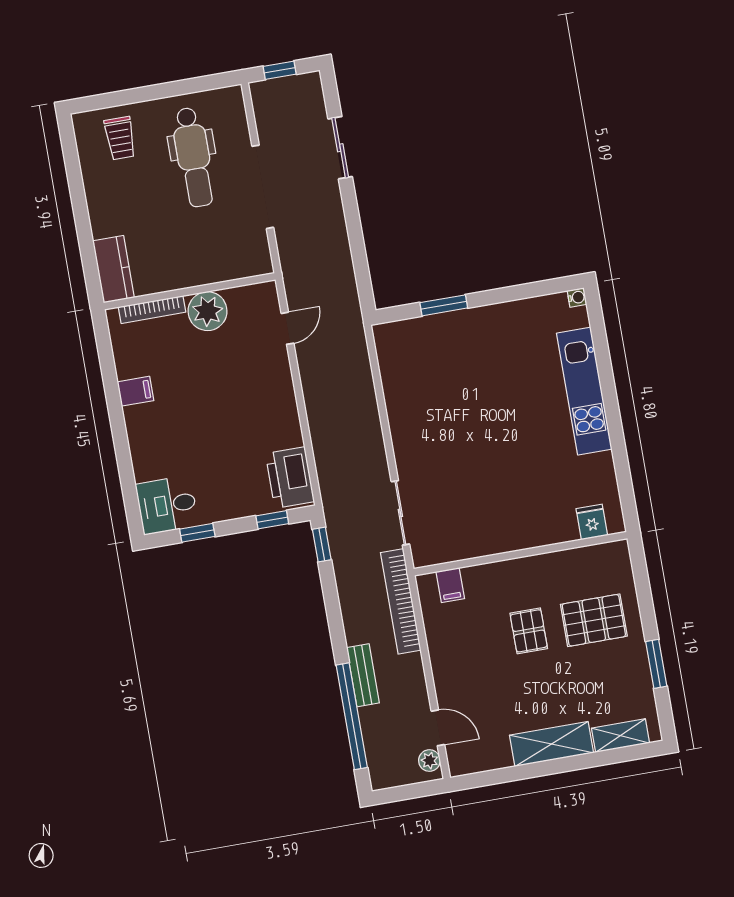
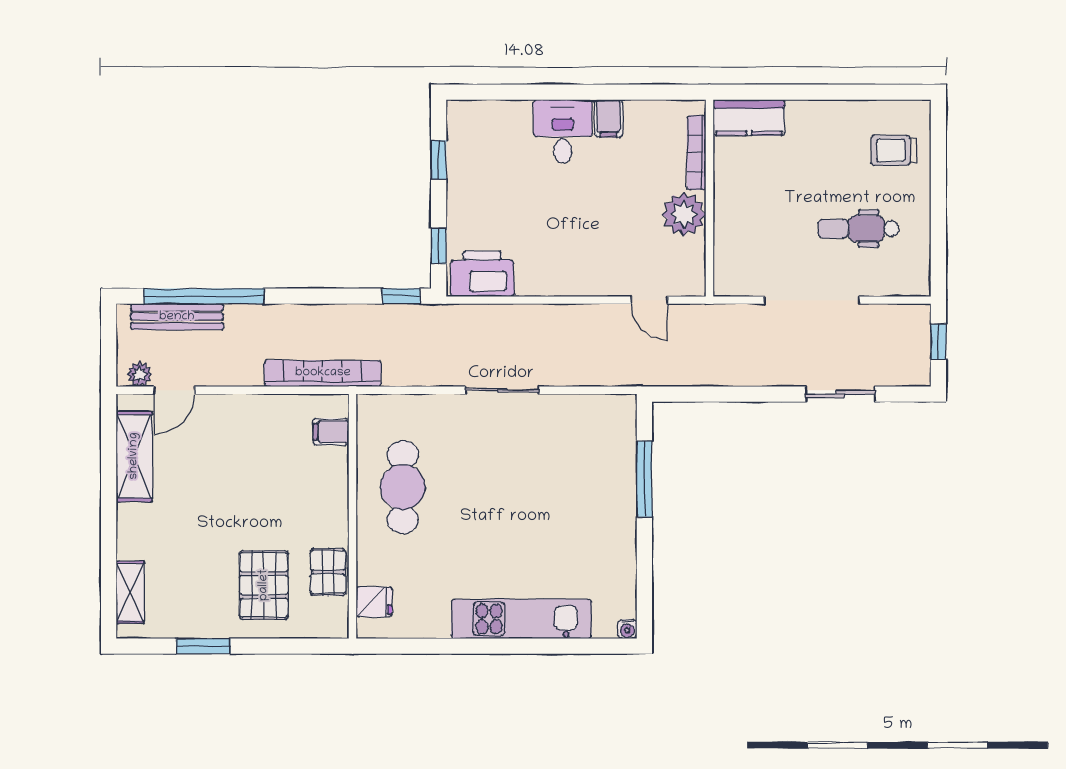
dental chair: (193, 157) -> (858, 229), width x0.73, depth x0.72
window: (444, 305) -> (644, 479), width x1.44
desk: (167, 505) -> (563, 131), moved
sliding door: (400, 513) -> (502, 390), moved
cafe table: (488, 514) -> (403, 487), added
pallet: (529, 631) -> (328, 572), moved, turned 90
bench: (363, 675) -> (177, 317), moved, width x1.36
shelving: (552, 744) -> (134, 456), moved

